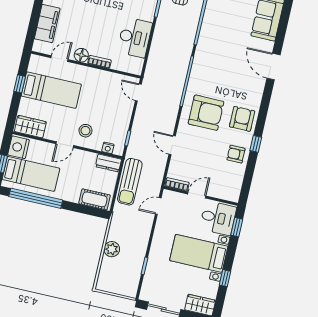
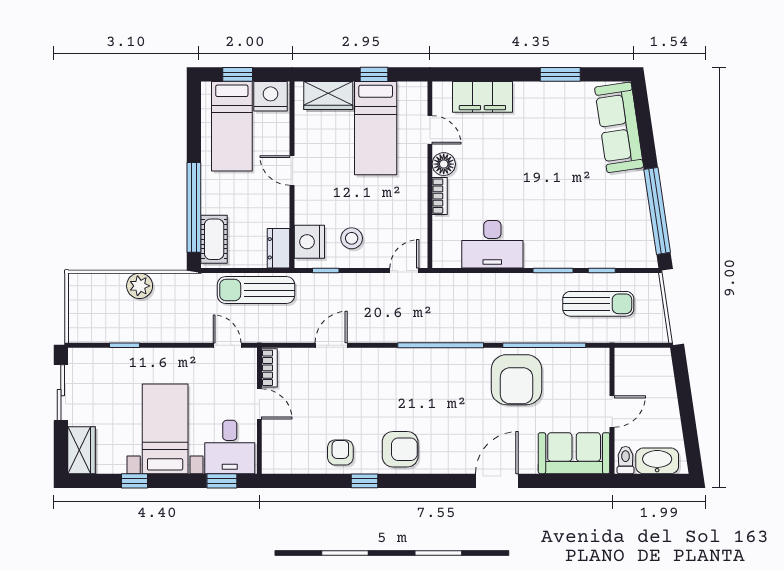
armchair: (206, 113) -> (516, 380), moved
wardrobe: (30, 127) -> (328, 95), moved, turned 90
stool: (85, 131) -> (352, 238), moved
nightstand: (108, 148) -> (309, 242), width x1.89, depth x1.79
window: (36, 198) -> (194, 207), moved

